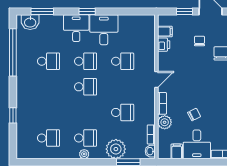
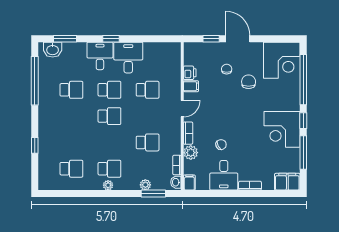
filing cabinet: (165, 32) -> (191, 86), moved
plant: (116, 149) -> (145, 185), width x0.53, depth x0.53
filing cabinet: (177, 151) -> (189, 183), moved

